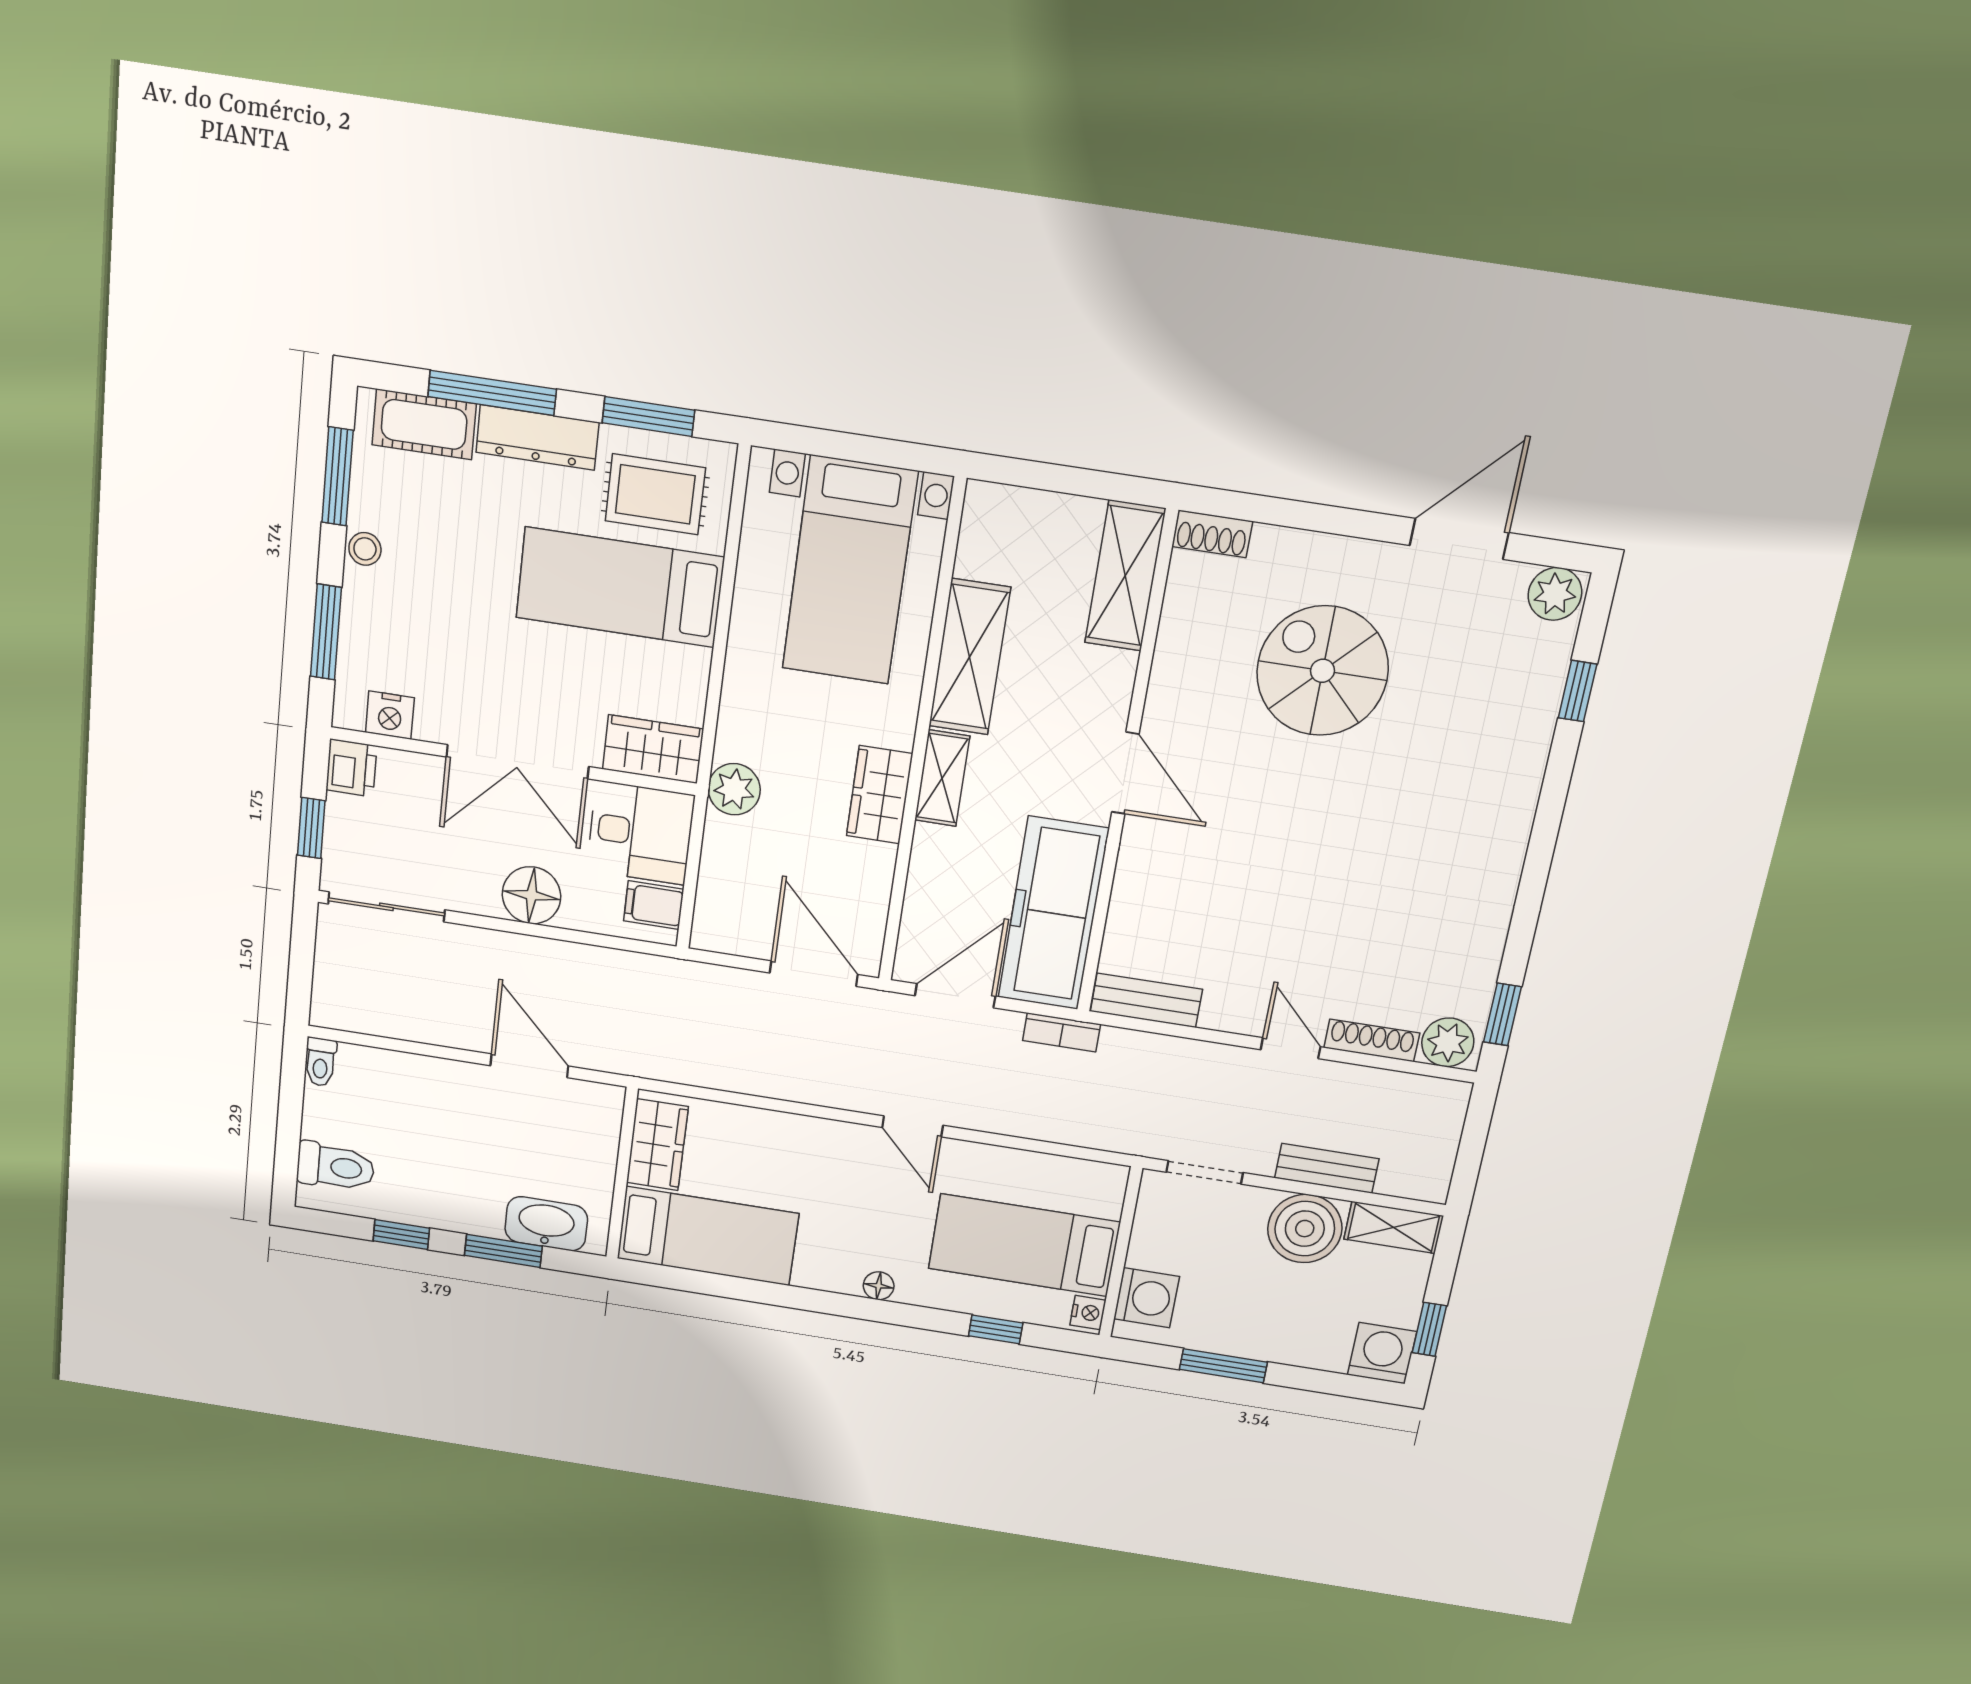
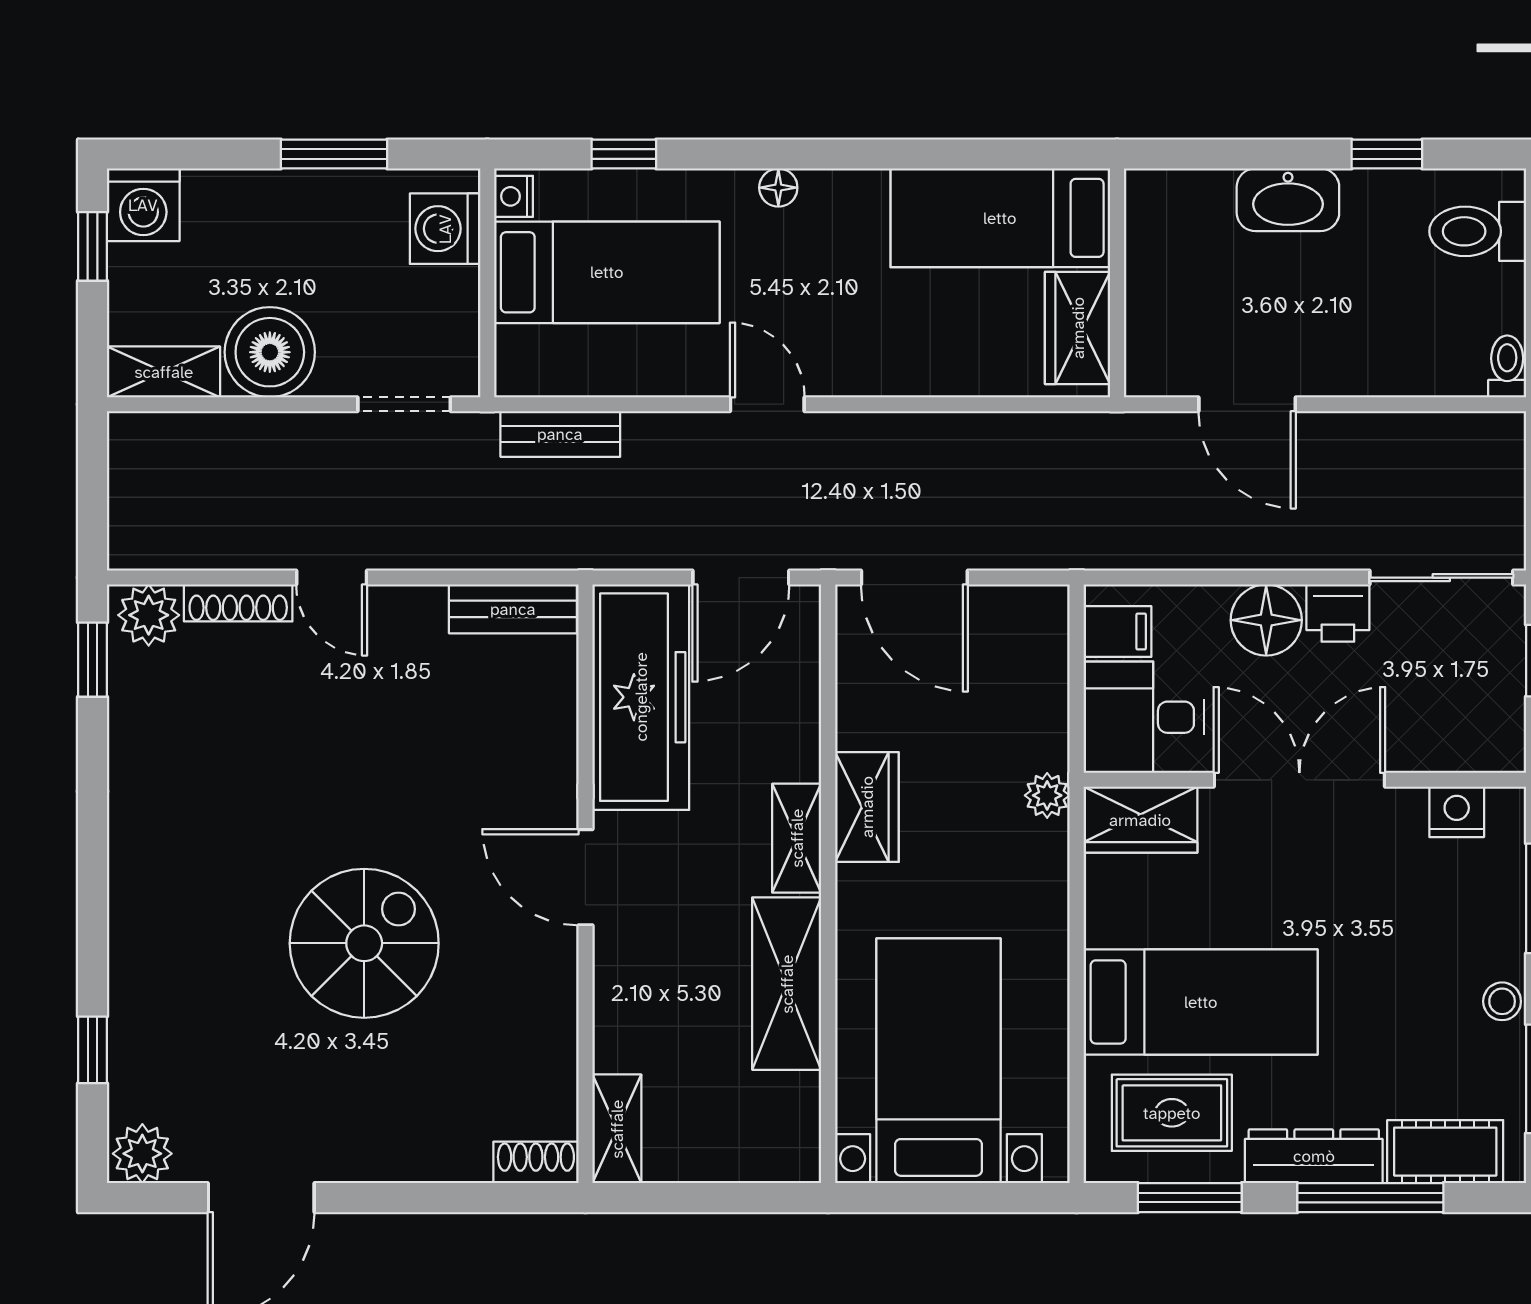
shelving: (1125, 576) -> (617, 1129), width x0.67, depth x0.75
spiral stairs: (1322, 671) -> (364, 943), moved, turned -90
printer: (351, 768) -> (1338, 613), moved, turned -90
plant: (734, 789) -> (1047, 795), width x0.73, depth x0.73
bookcase: (1062, 1032) -> (607, 553), removed
bench: (1327, 1168) -> (560, 434), moved
washbasin: (546, 1224) -> (1288, 200), moved
window: (503, 1251) -> (1255, 154), removed

